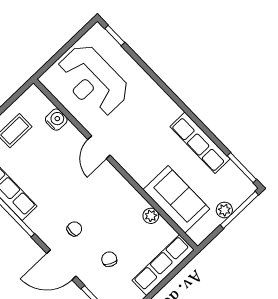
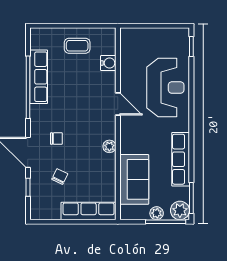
reception desk: (93, 80) -> (165, 88), moved, turned 180
door: (99, 147) -> (118, 104), swing flipped
plant: (242, 188) -> (180, 210), added
plant: (151, 216) -> (109, 146), moved

